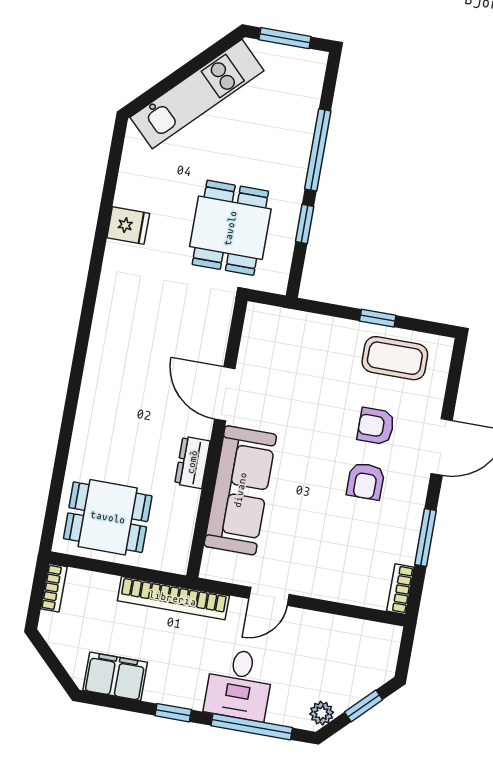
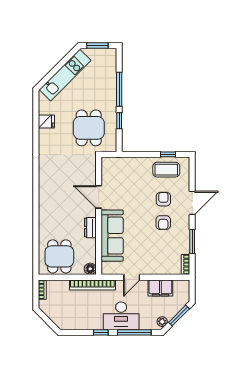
fridge: (128, 226) -> (46, 122), moved
window: (378, 318) -> (168, 154), moved
armchair: (376, 426) -> (163, 199), turned 90
dining table: (108, 517) -> (59, 256), turned 90
floor lamp: (175, 559) -> (90, 269), added
filing cabinet: (115, 676) -> (160, 288), moved, turned 180
desk: (239, 684) -> (121, 316), width x1.37
window: (364, 706) -> (179, 316), width x1.50

